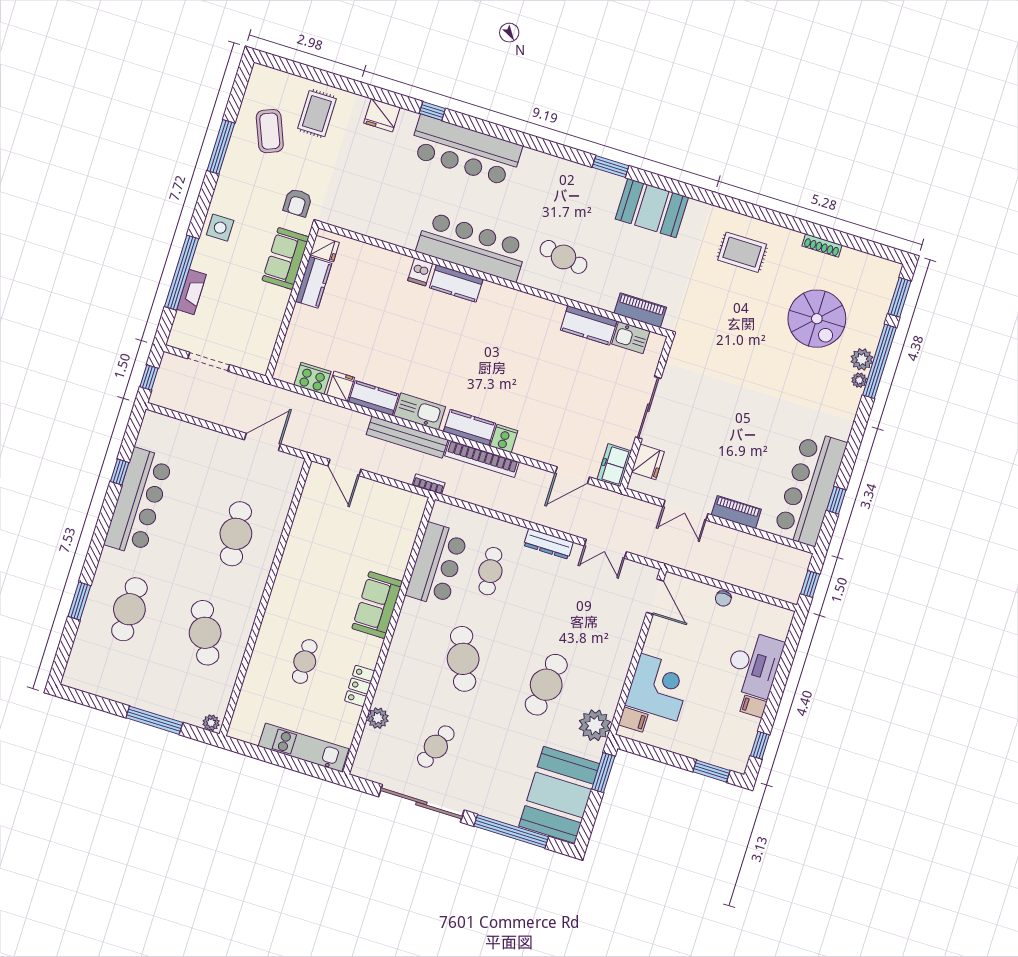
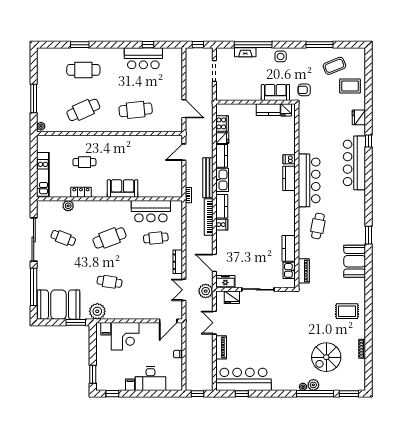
rug: (742, 252) -> (347, 311), turned 90
bar counter: (139, 502) -> (143, 58), width x0.73
plant: (620, 508) -> (206, 291), added
cafe table: (546, 685) -> (109, 282), width x0.73, depth x0.74

